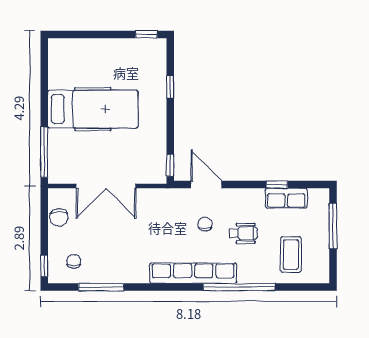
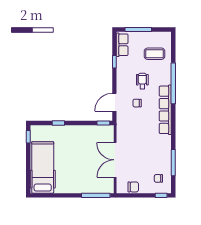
hospital bed: (93, 109) -> (43, 167), moved
double door: (106, 186) -> (115, 160), swing flipped
row of seats: (286, 198) -> (122, 45), moved

